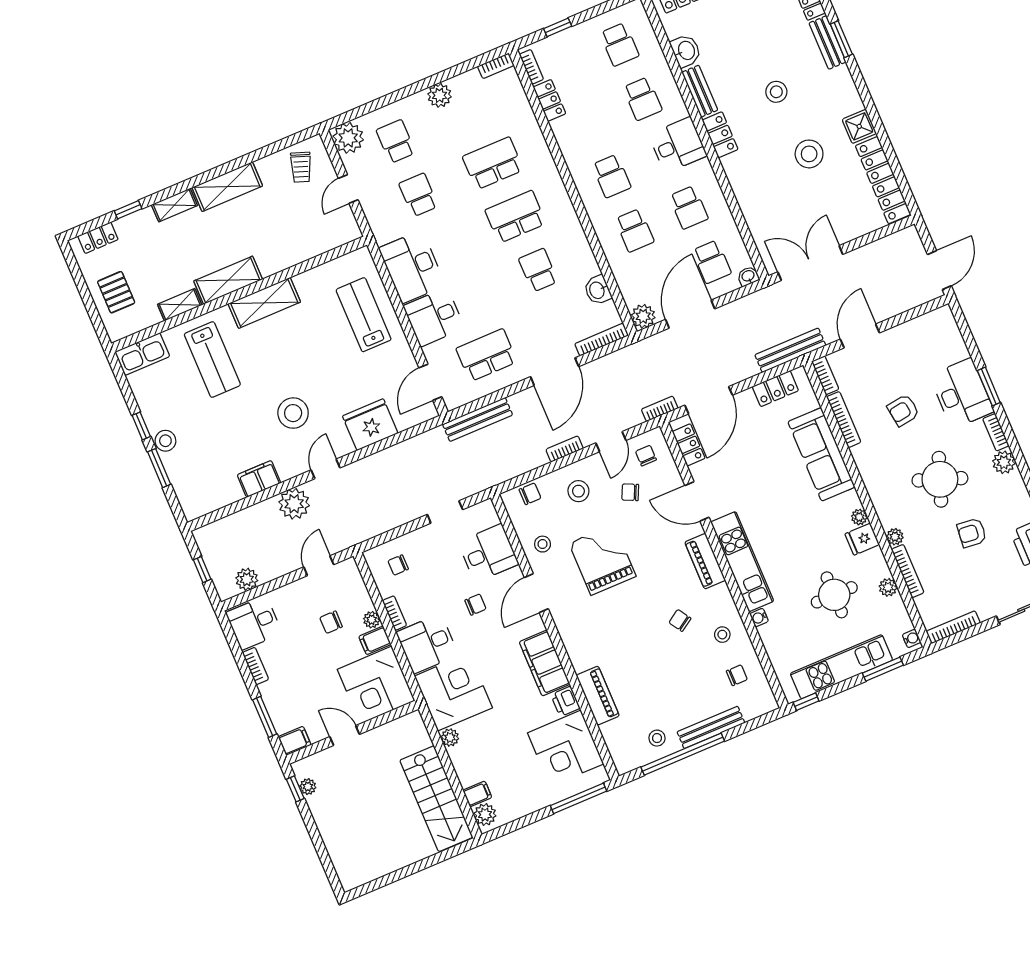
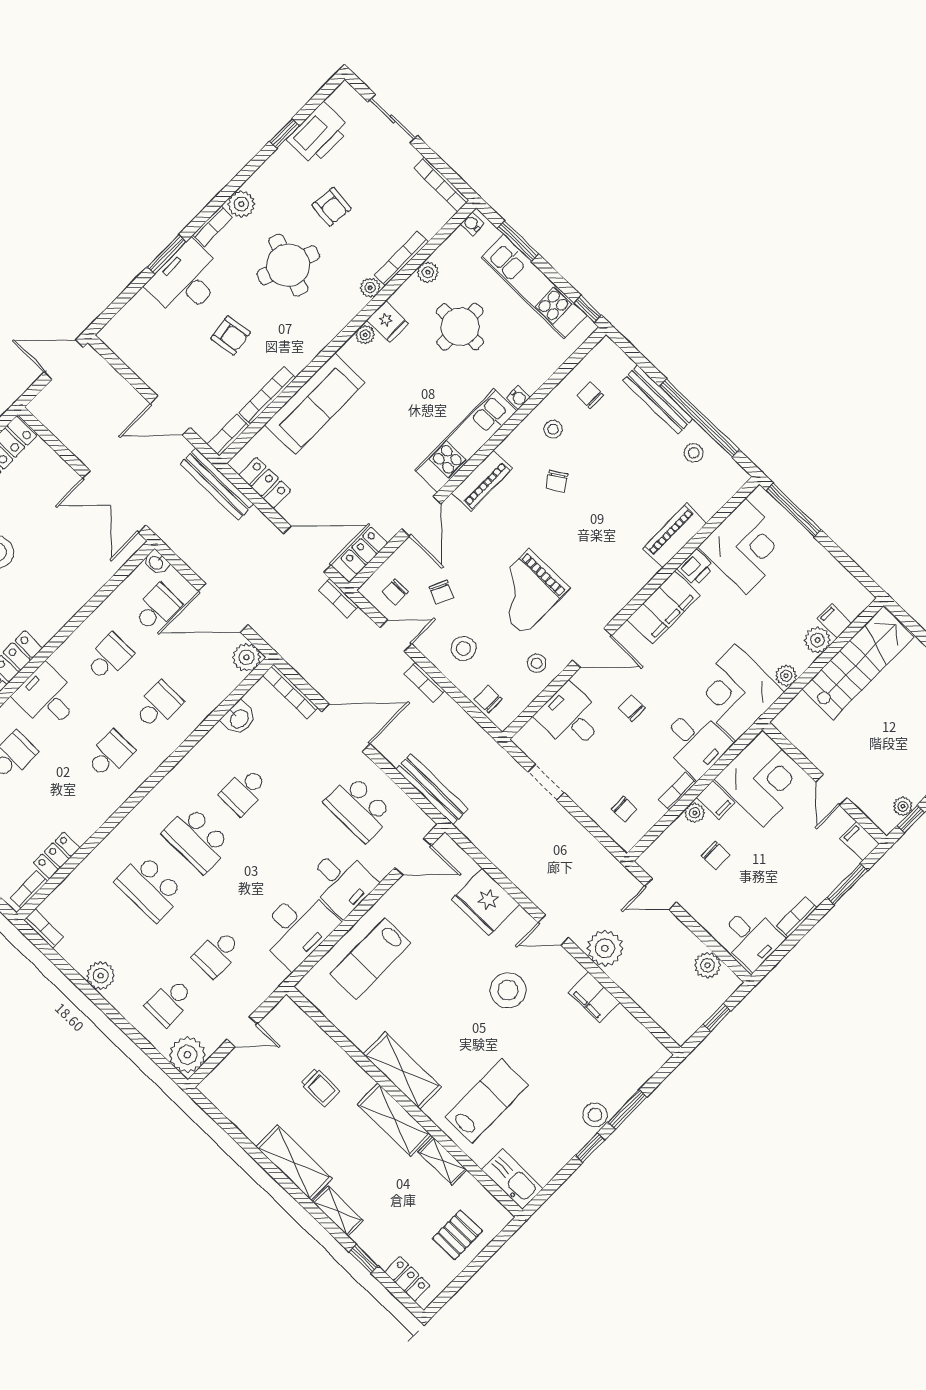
trolley: (301, 167) -> (320, 1087), moved, turned 70
plant: (485, 815) -> (817, 640), moved

